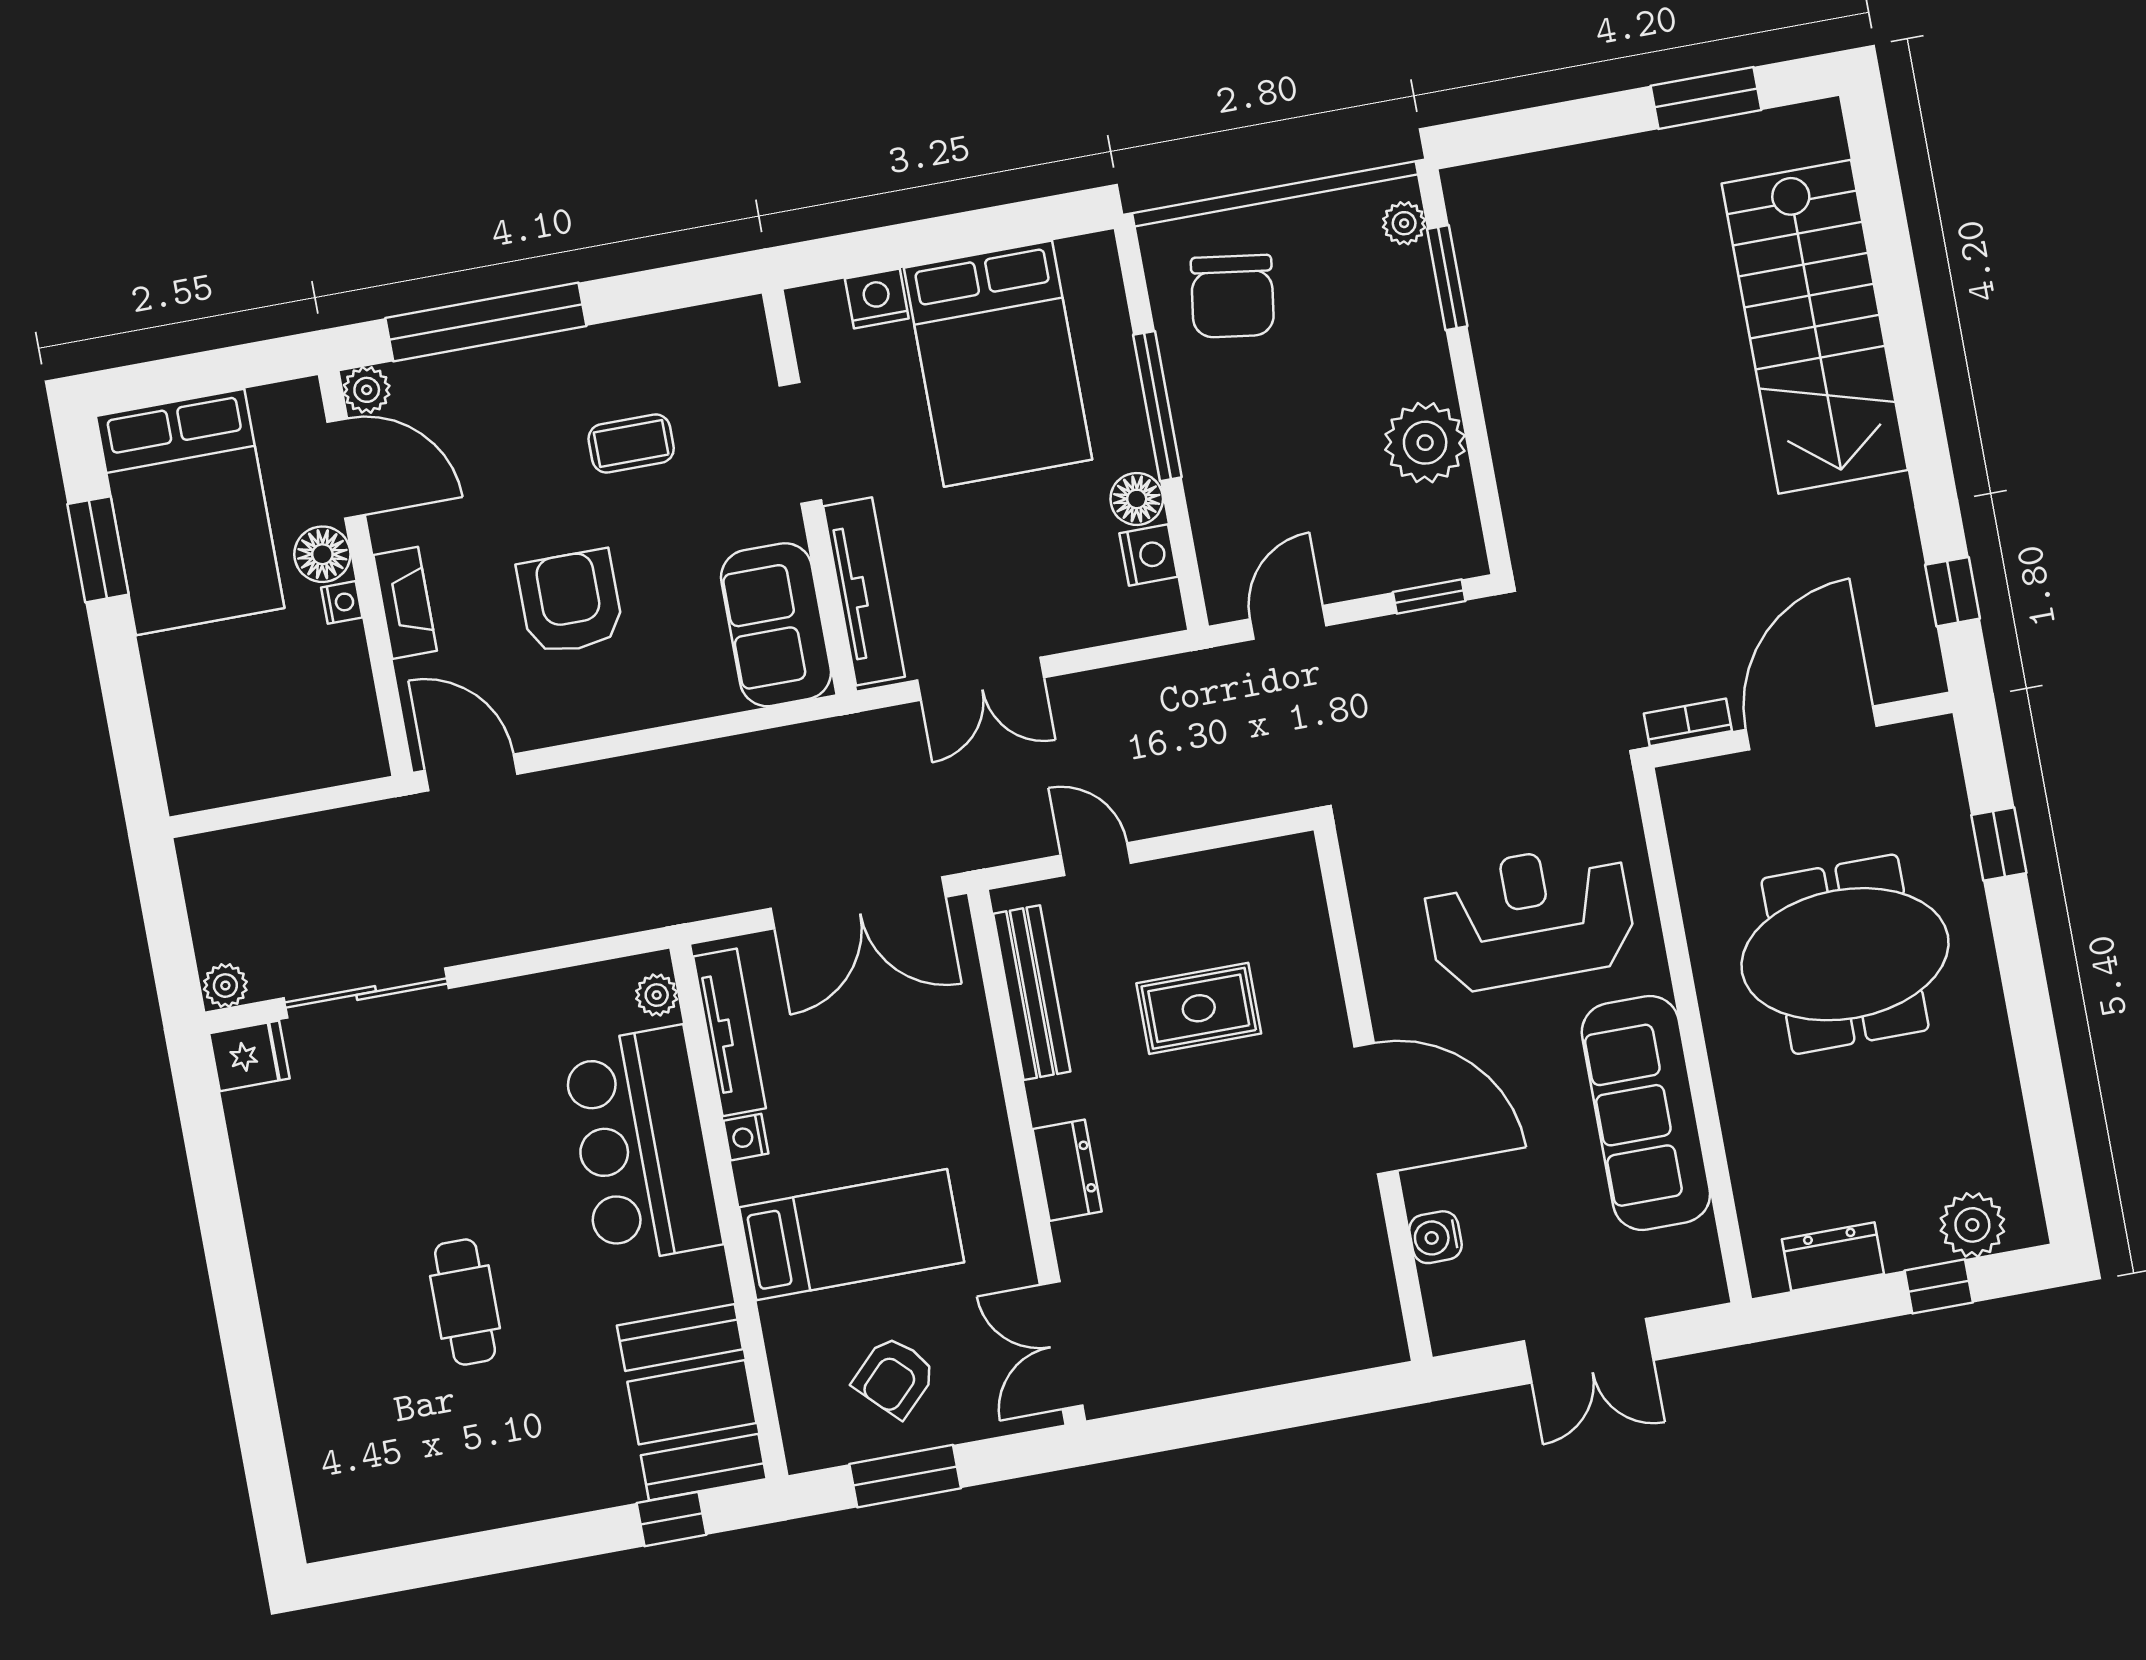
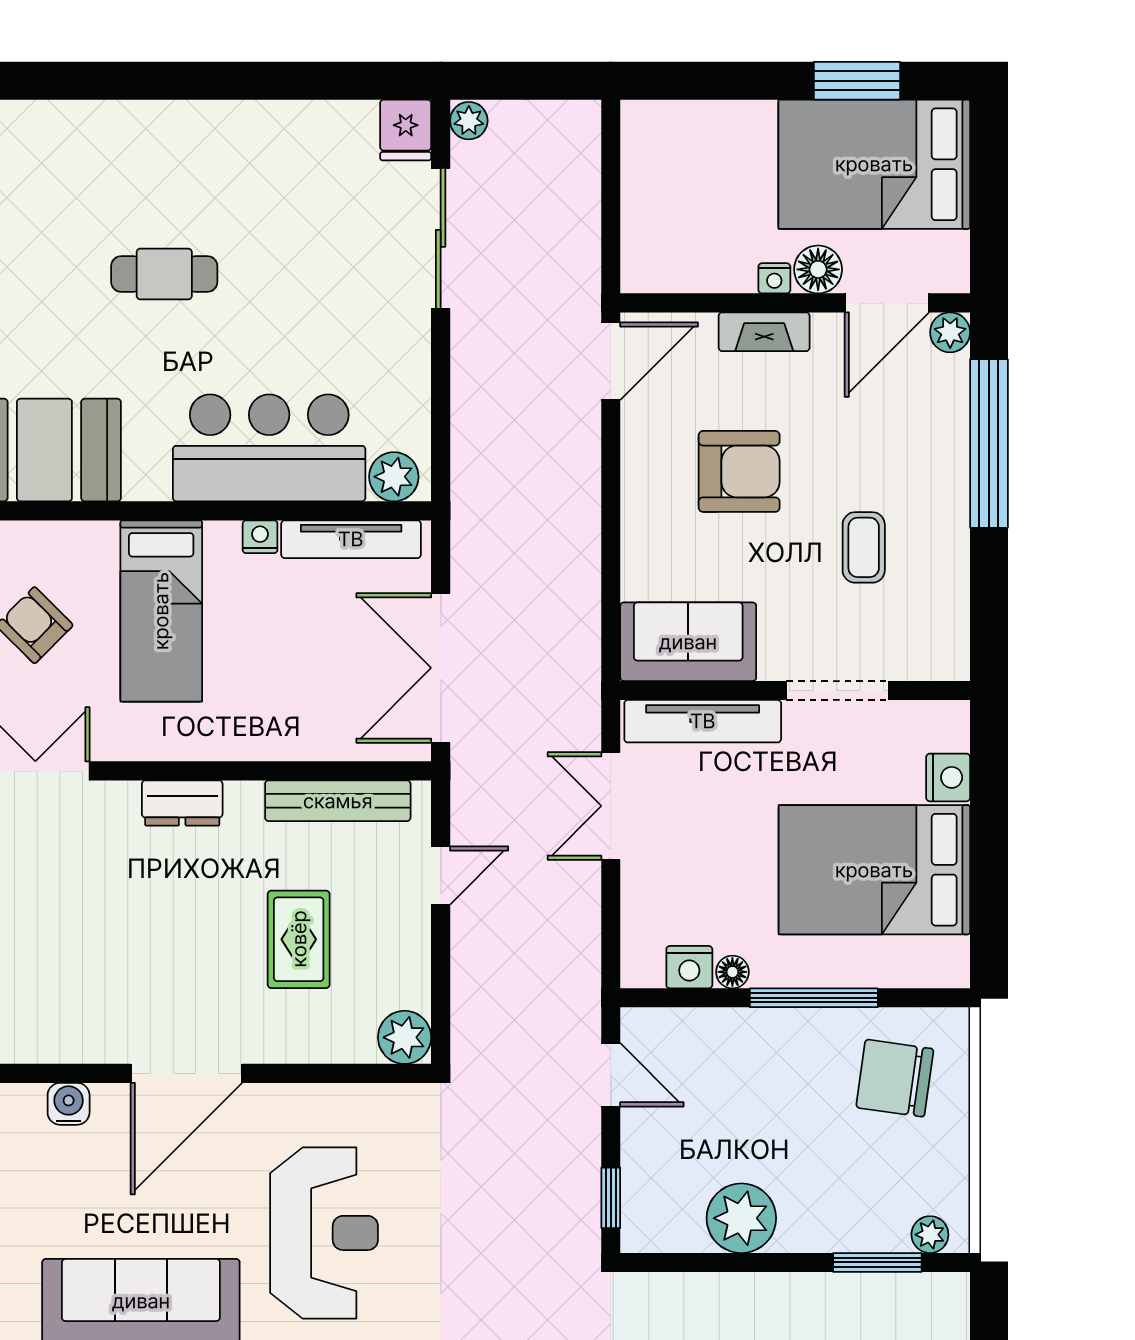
floor lamp: (1137, 499) -> (732, 972), width x0.73, depth x0.73
plant: (1289, 866) -> (405, 1037), added
plant: (657, 995) -> (394, 477), width x1.38, depth x1.38

